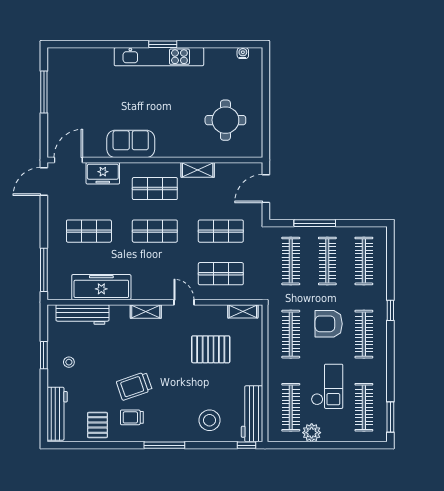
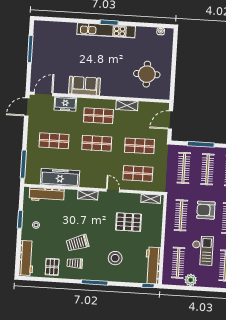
stool: (210, 420) -> (115, 258), moved

